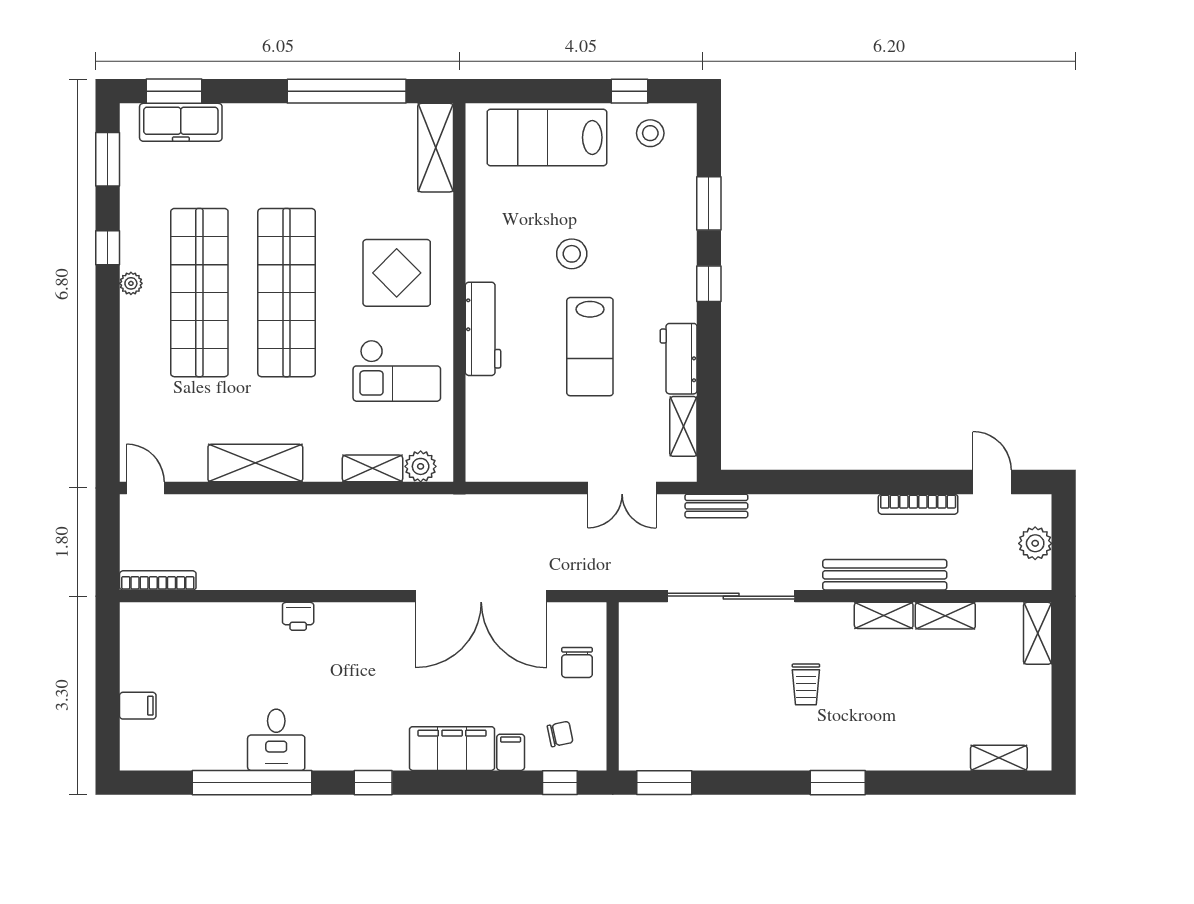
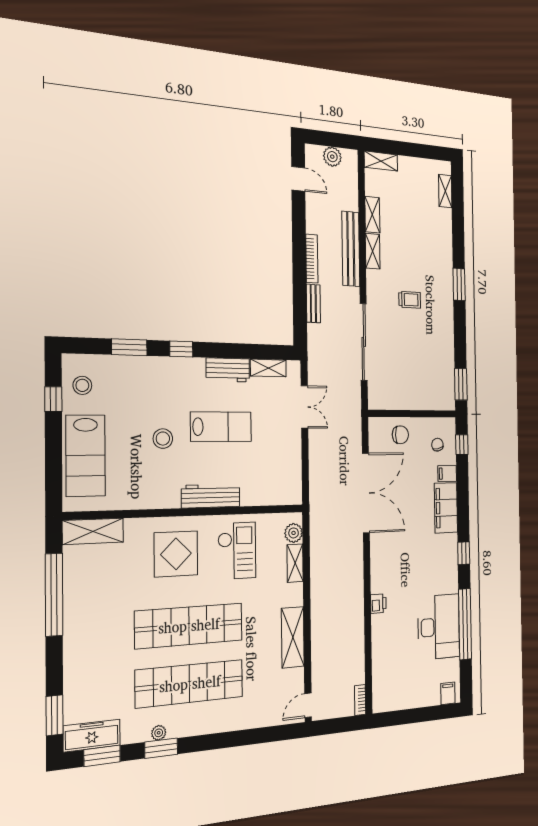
freezer: (181, 122) -> (92, 736), moved, turned -90
window: (108, 248) -> (161, 748), width x1.50
plant: (131, 283) -> (159, 733), moved
door: (992, 482) -> (298, 179), swing flipped
bookcase: (918, 504) -> (312, 259), moved
bench: (716, 506) -> (313, 304), moved
bookcase: (158, 580) -> (360, 700), width x0.64
filing cabinet: (138, 706) -> (448, 693), moved
desk: (276, 740) -> (439, 627), width x1.87, depth x1.30

